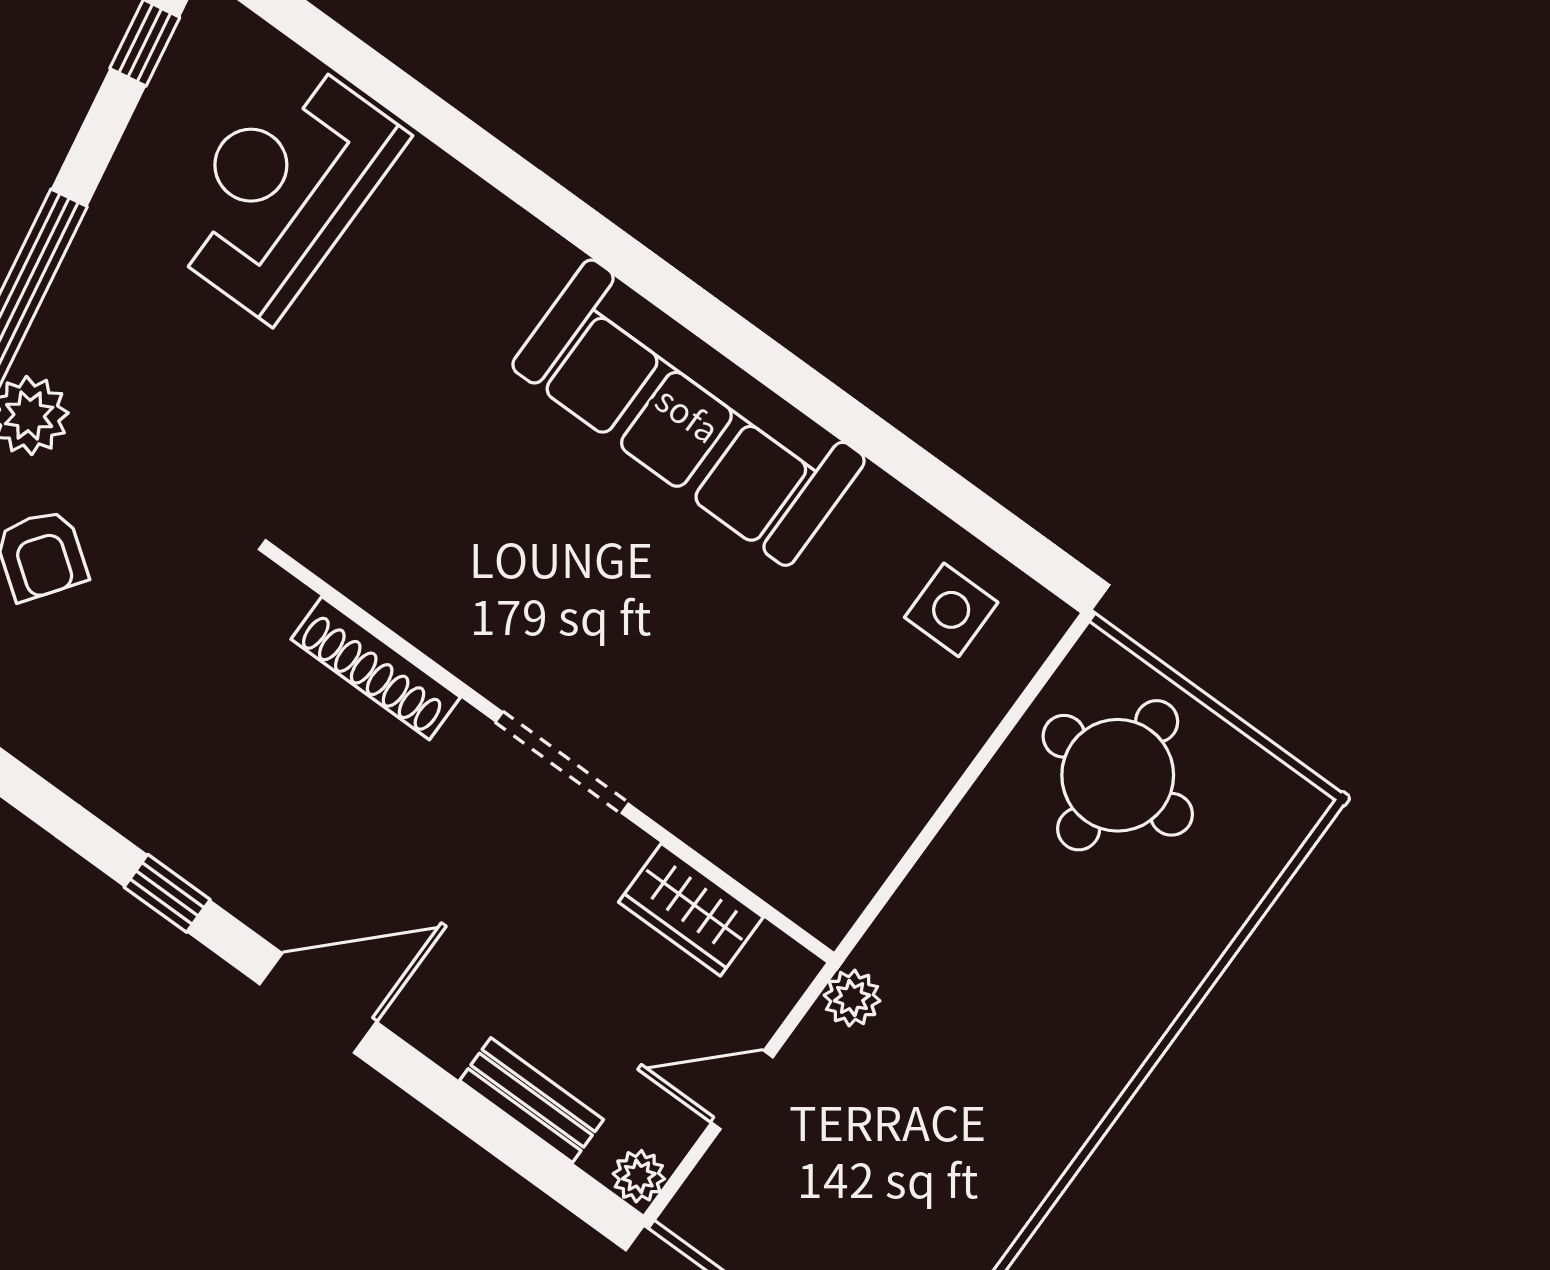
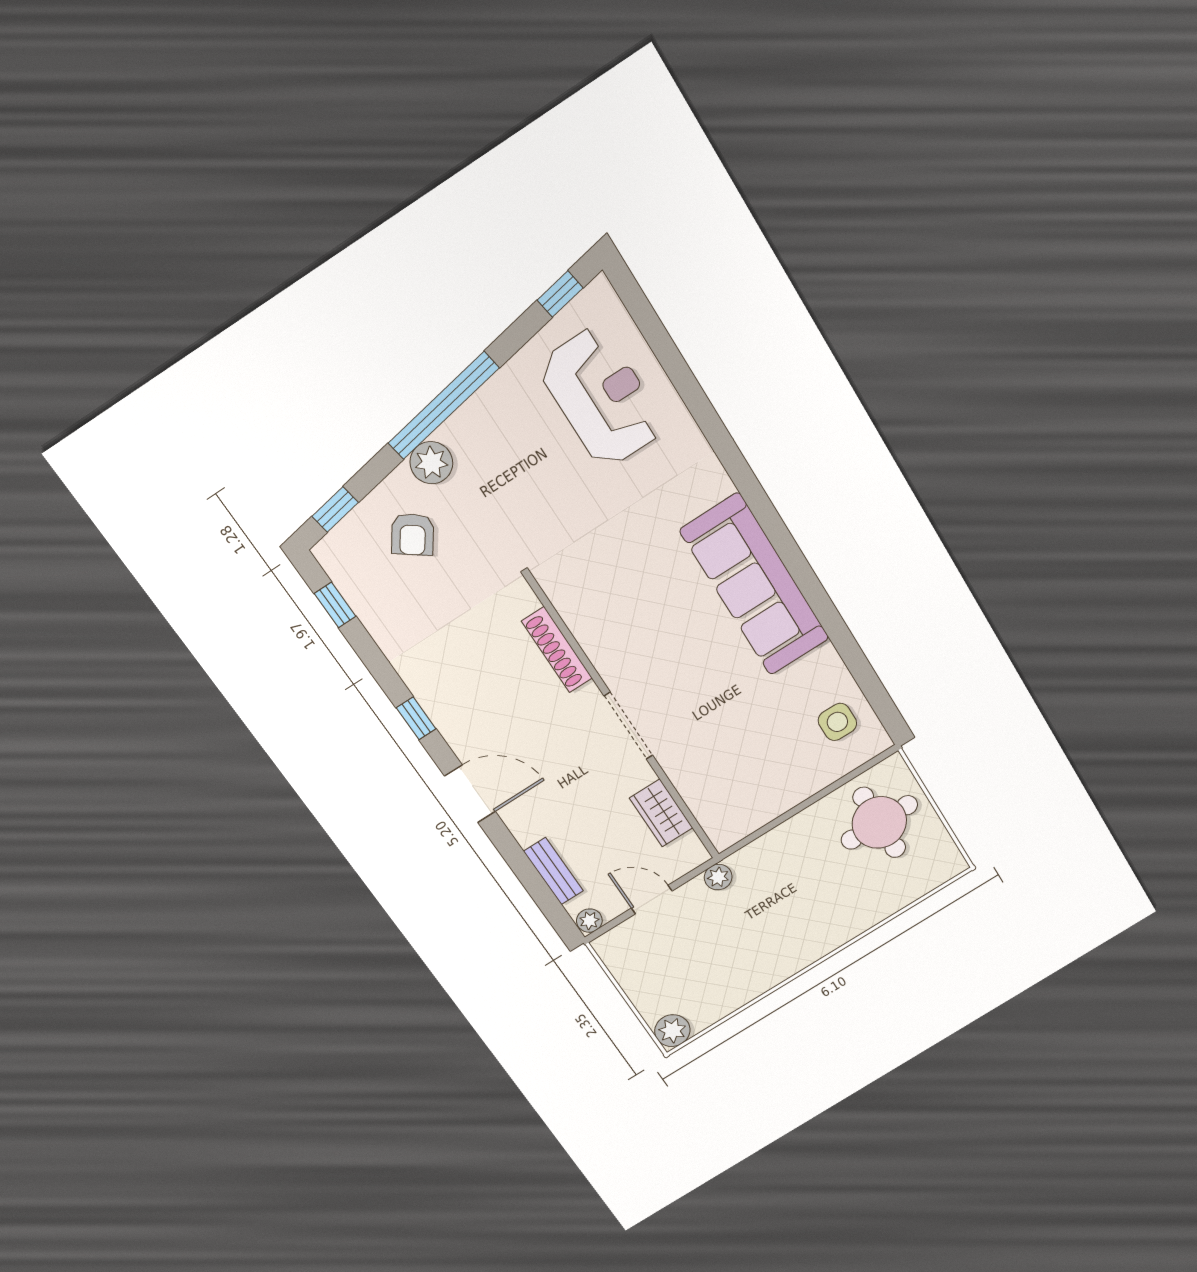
reception desk: (282, 188) -> (602, 397), turned 90

